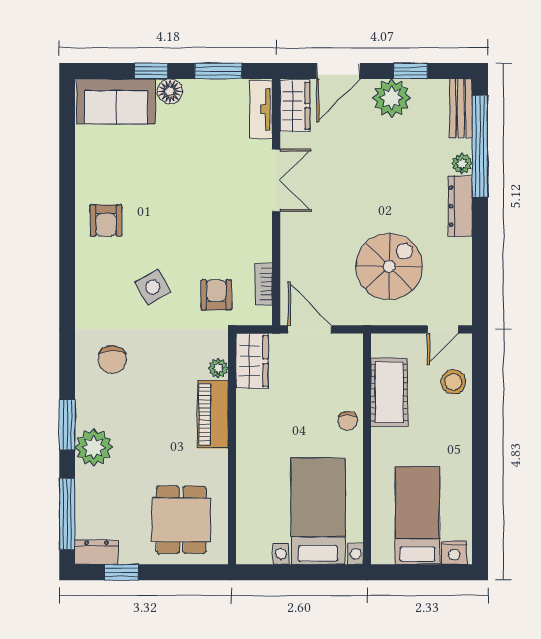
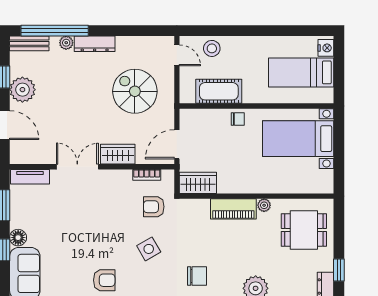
wardrobe: (295, 106) -> (118, 154), moved
plant: (218, 368) -> (264, 205), moved

